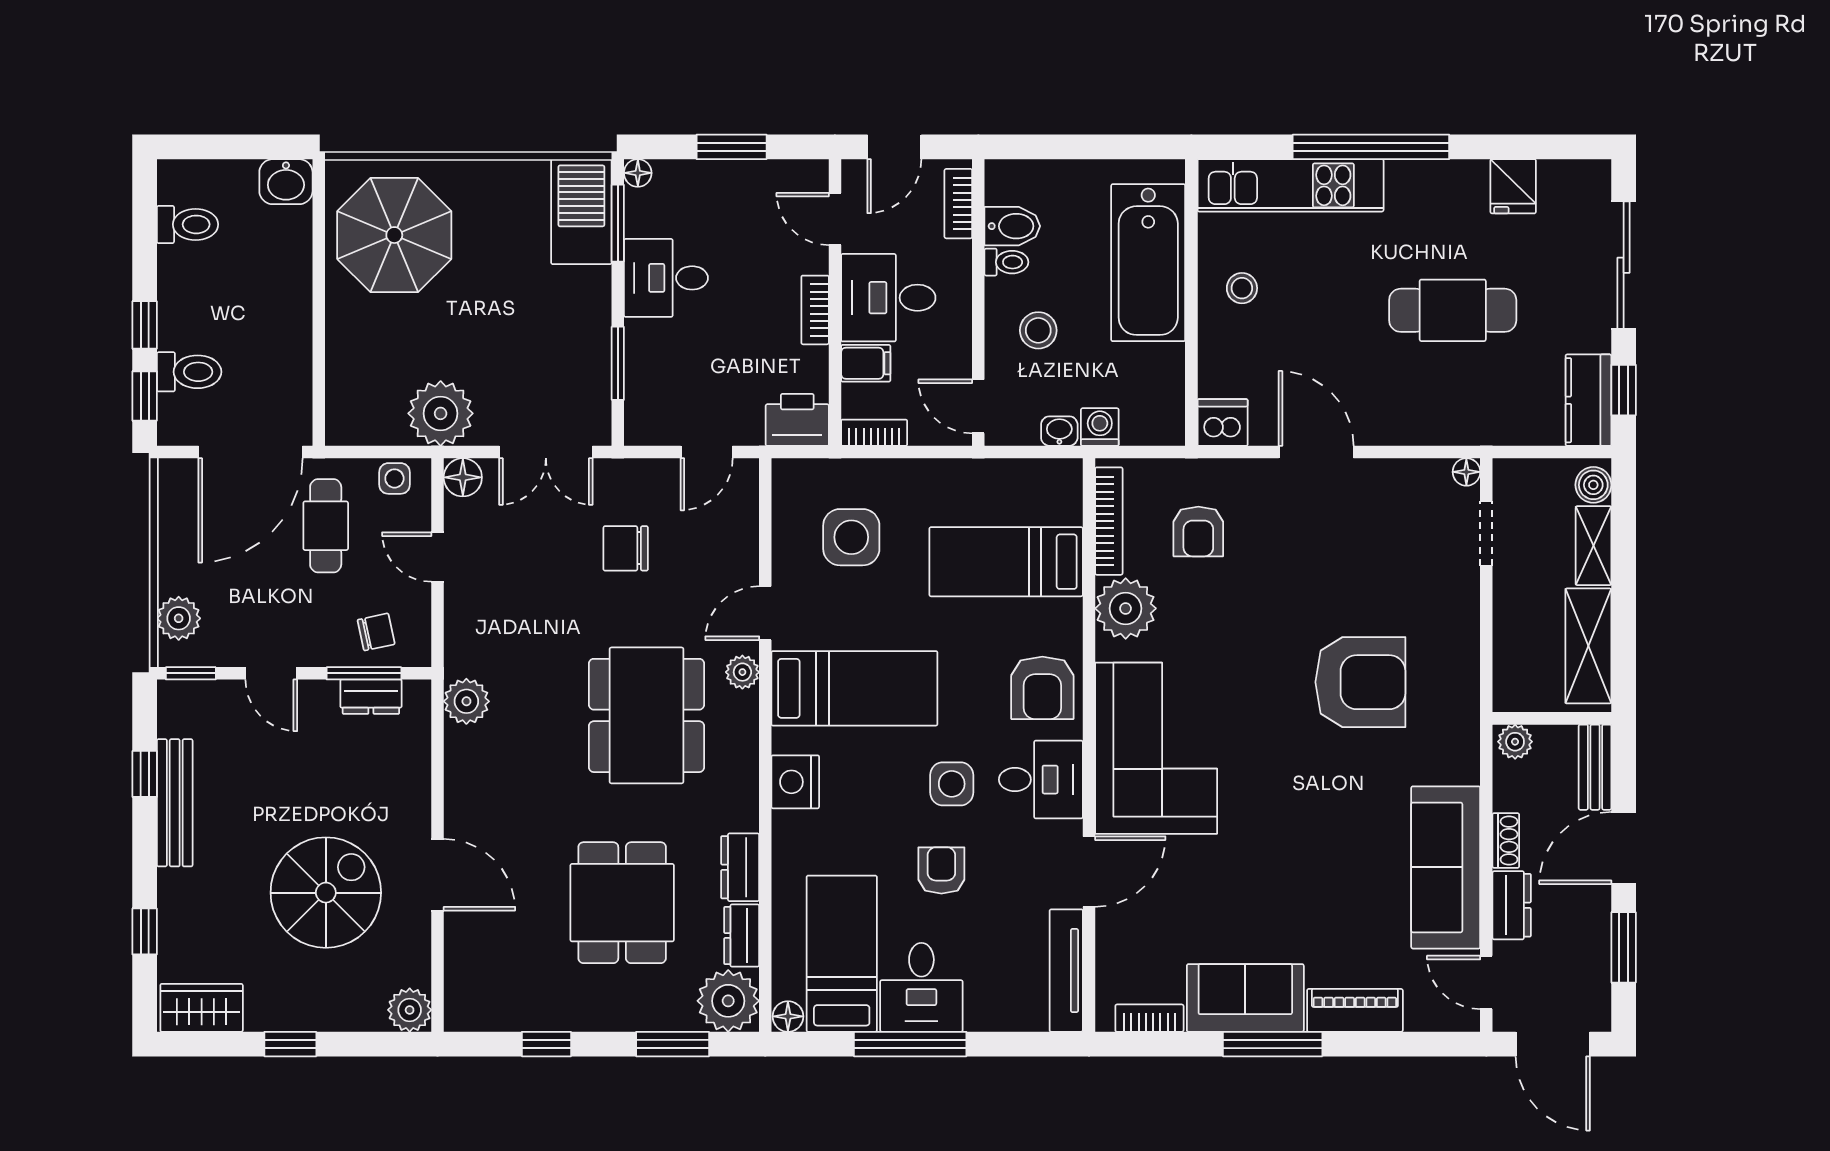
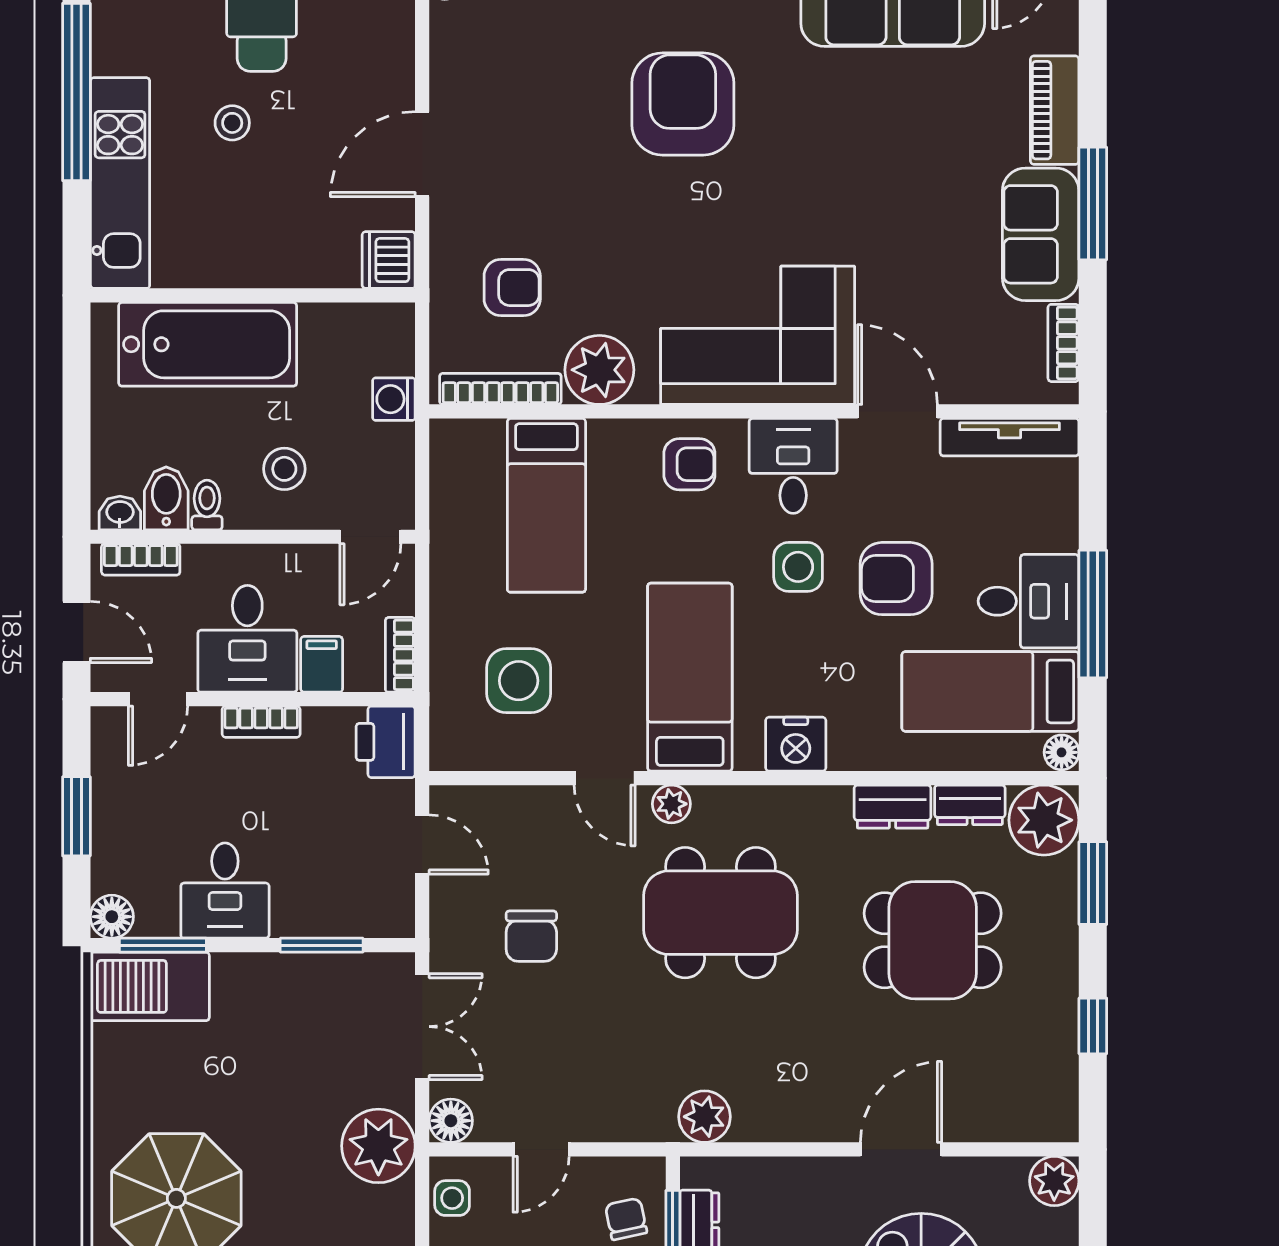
floor lamp: (638, 173) -> (112, 917), width x1.37, depth x1.37
stool: (1242, 288) -> (232, 123), moved
washbasin: (1059, 431) -> (120, 513), moved, turned 90
armchair: (1042, 688) -> (689, 464), width x0.72, depth x0.72
armchair: (941, 870) -> (896, 579), width x1.38, depth x1.38

